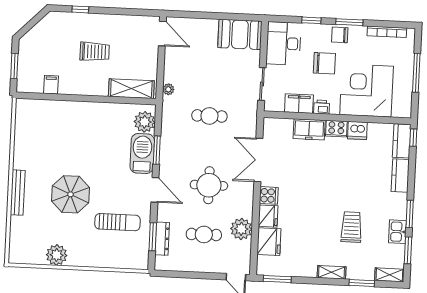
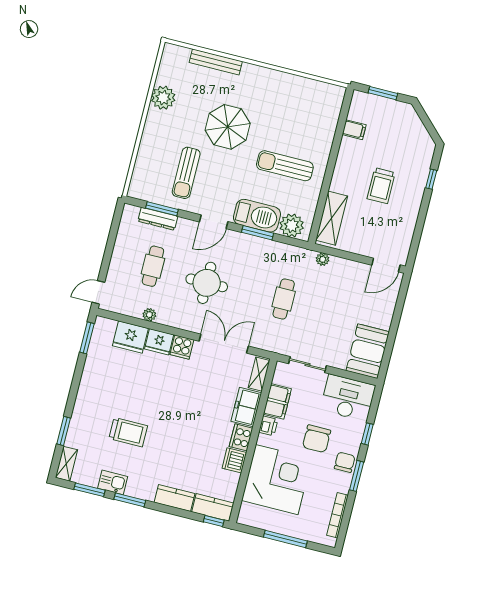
sun lounger: (94, 138) -> (285, 166), added
bench: (18, 193) -> (216, 62), moved
plant: (241, 229) -> (149, 315), width x0.53, depth x0.53
shelving: (332, 272) -> (259, 374), moved

